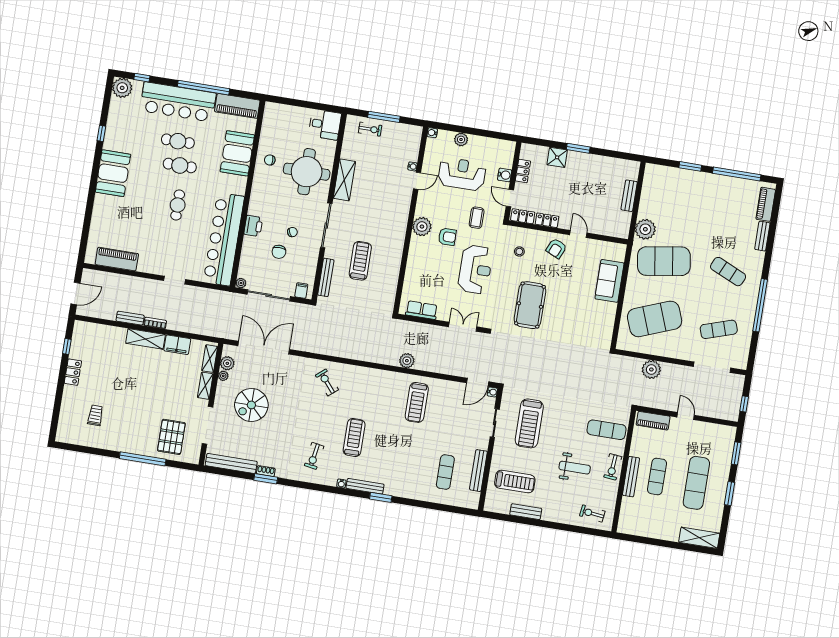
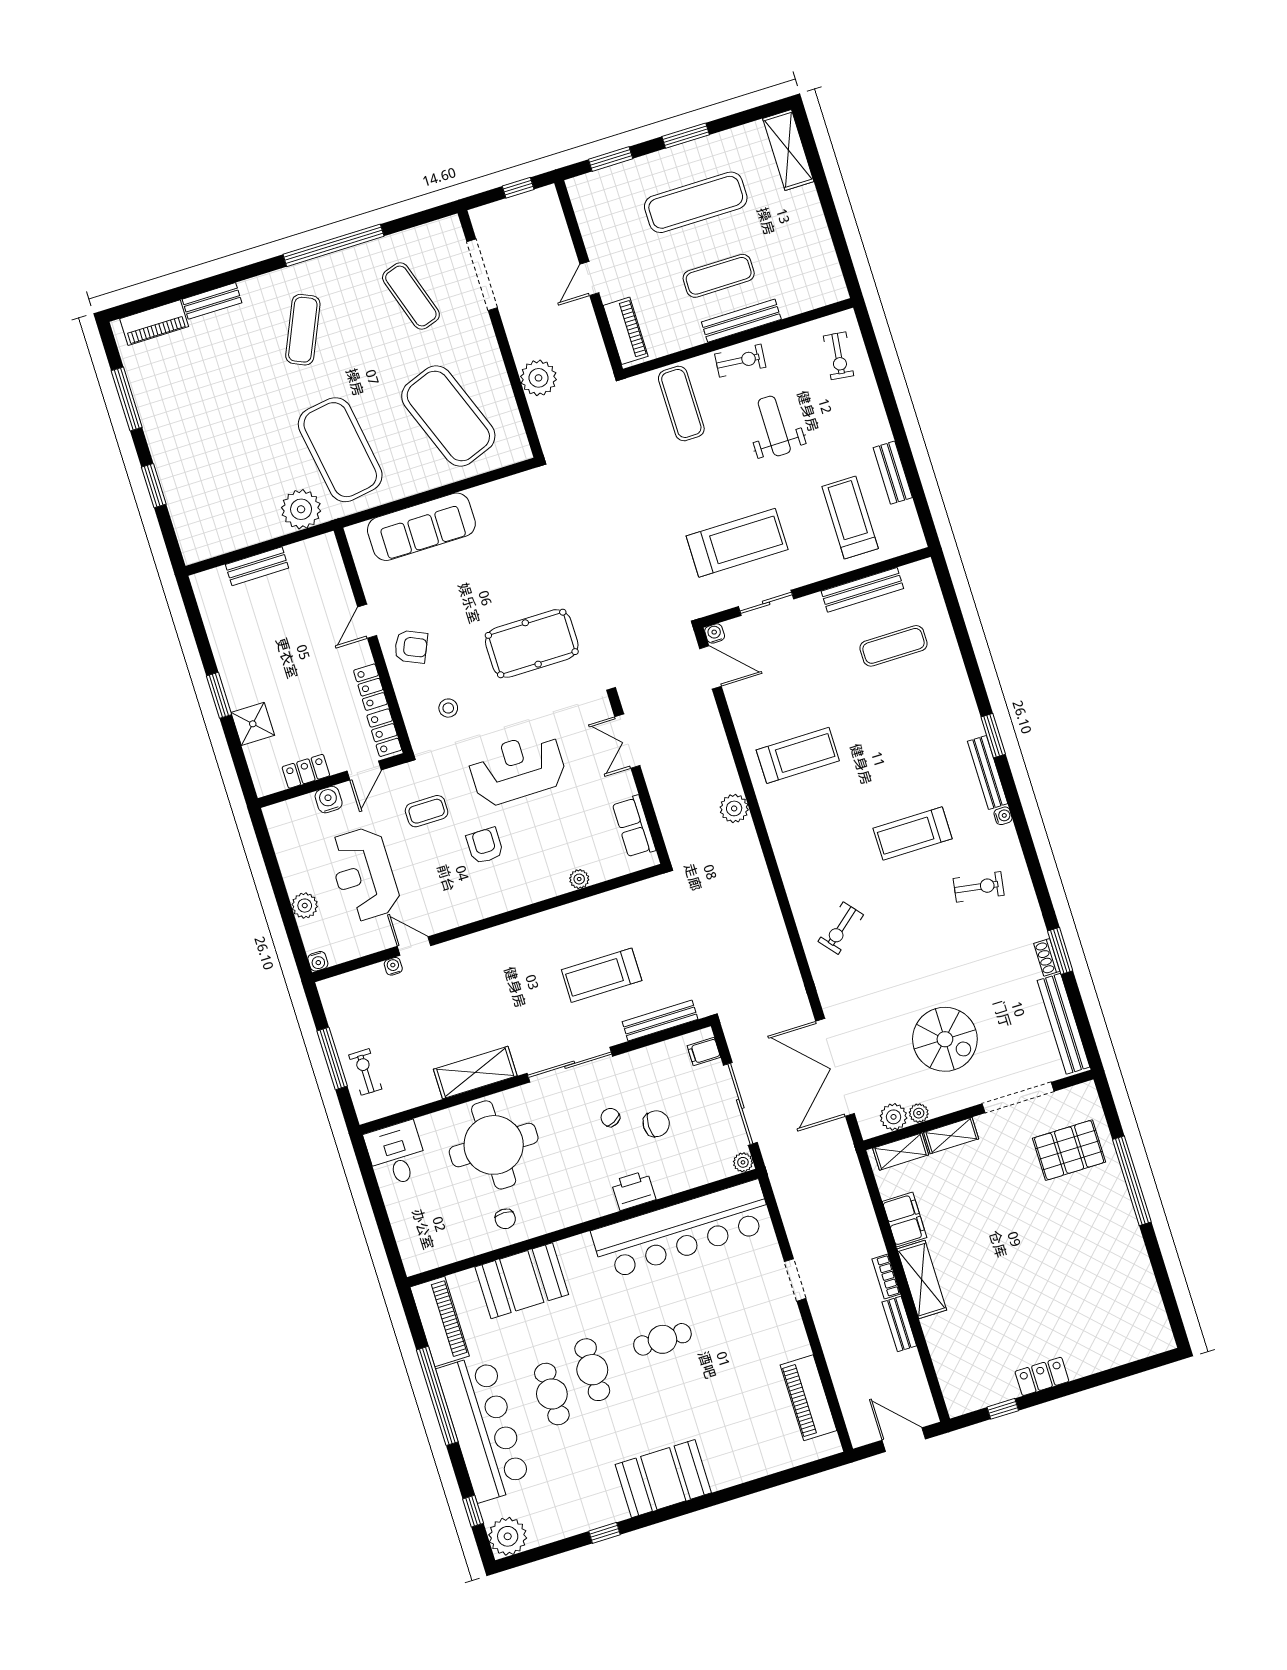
window: (737, 174) -> (127, 399), width x0.68
plant: (422, 227) -> (579, 879), moved, width x0.53, depth x0.53
sofa: (609, 281) -> (421, 527), width x1.36
trolley: (95, 415) -> (1097, 1300), removed

